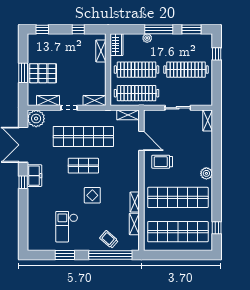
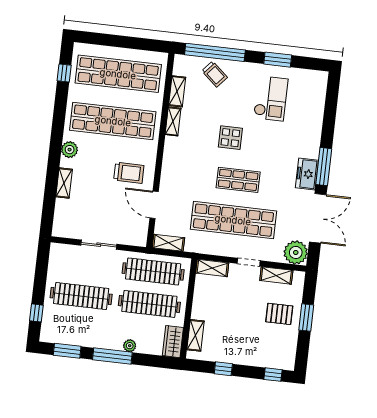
pallet: (43, 73) -> (279, 314), width x0.67, depth x0.71
shelving: (208, 121) -> (64, 183), moved
window: (23, 182) -> (324, 167), width x2.17

